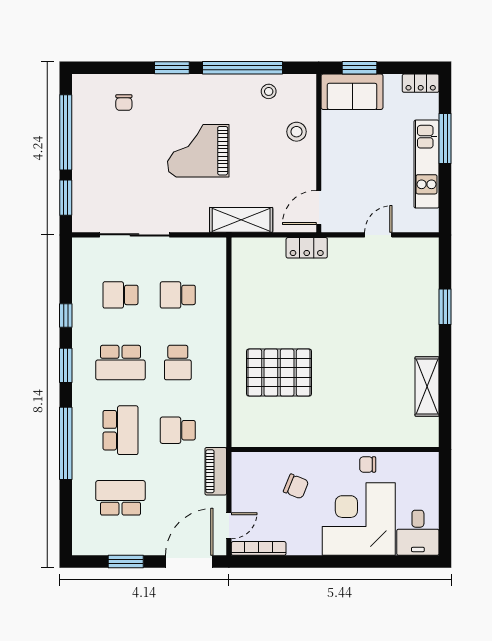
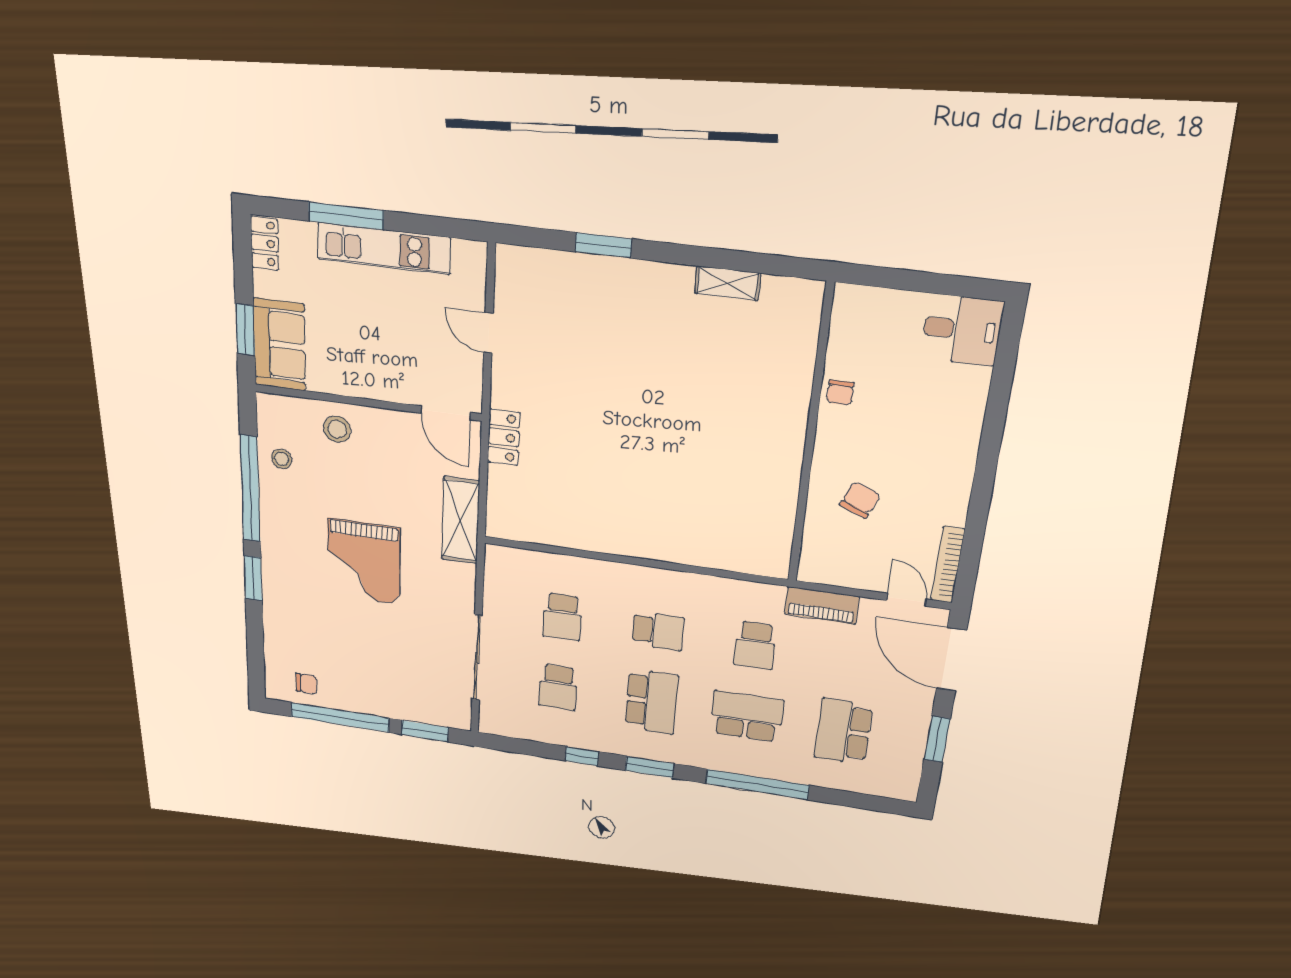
chair: (124, 103) -> (306, 684), moved
pallet: (279, 373) -> (685, 500), removed
shelving: (427, 387) -> (728, 283), width x0.67, depth x0.75
corner desk: (359, 519) -> (925, 417), removed

